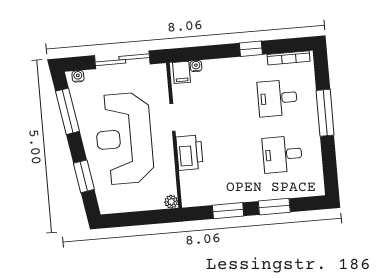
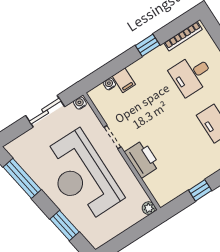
sliding door: (122, 60) -> (45, 111), width x0.73
filing cabinet: (182, 72) -> (124, 80), moved
water cooler: (78, 76) -> (80, 103), moved
window: (228, 211) -> (200, 190), width x0.67

